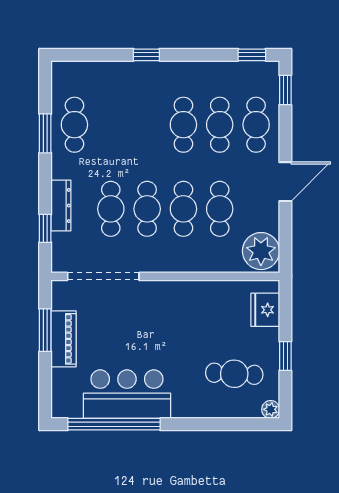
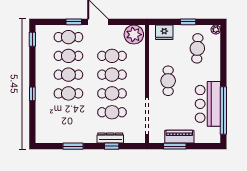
window: (285, 90) -> (74, 22), moved
cafe table: (74, 125) -> (68, 93), moved
window: (45, 228) -> (112, 146), moved
cafe table: (172, 317) -> (168, 81), added

